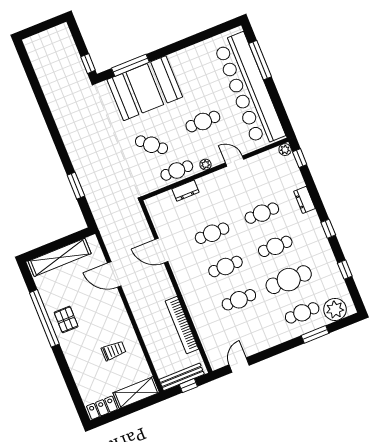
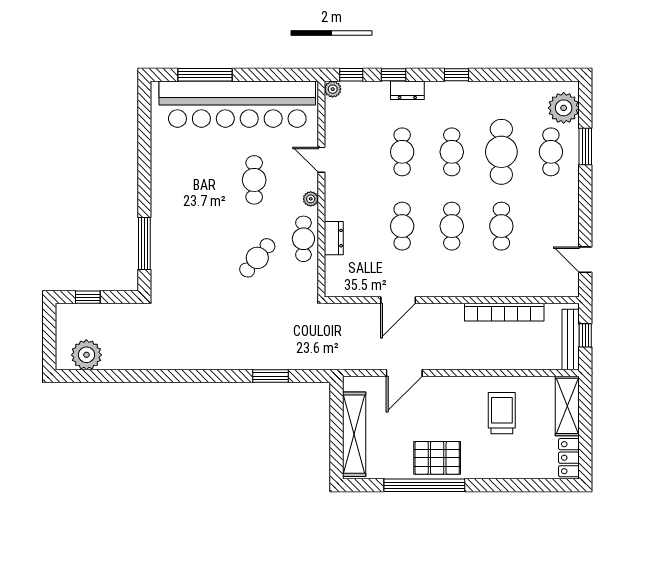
plant: (40, 57) -> (86, 355), added
window: (88, 64) -> (88, 297), moved
booth: (145, 88) -> (181, 237), removed
door: (235, 161) -> (321, 160), hinge flipped
window: (345, 270) -> (393, 75), moved
pallet: (66, 319) -> (437, 458), width x1.50, depth x1.42
trolley: (114, 351) -> (502, 413), width x1.36, depth x1.39

